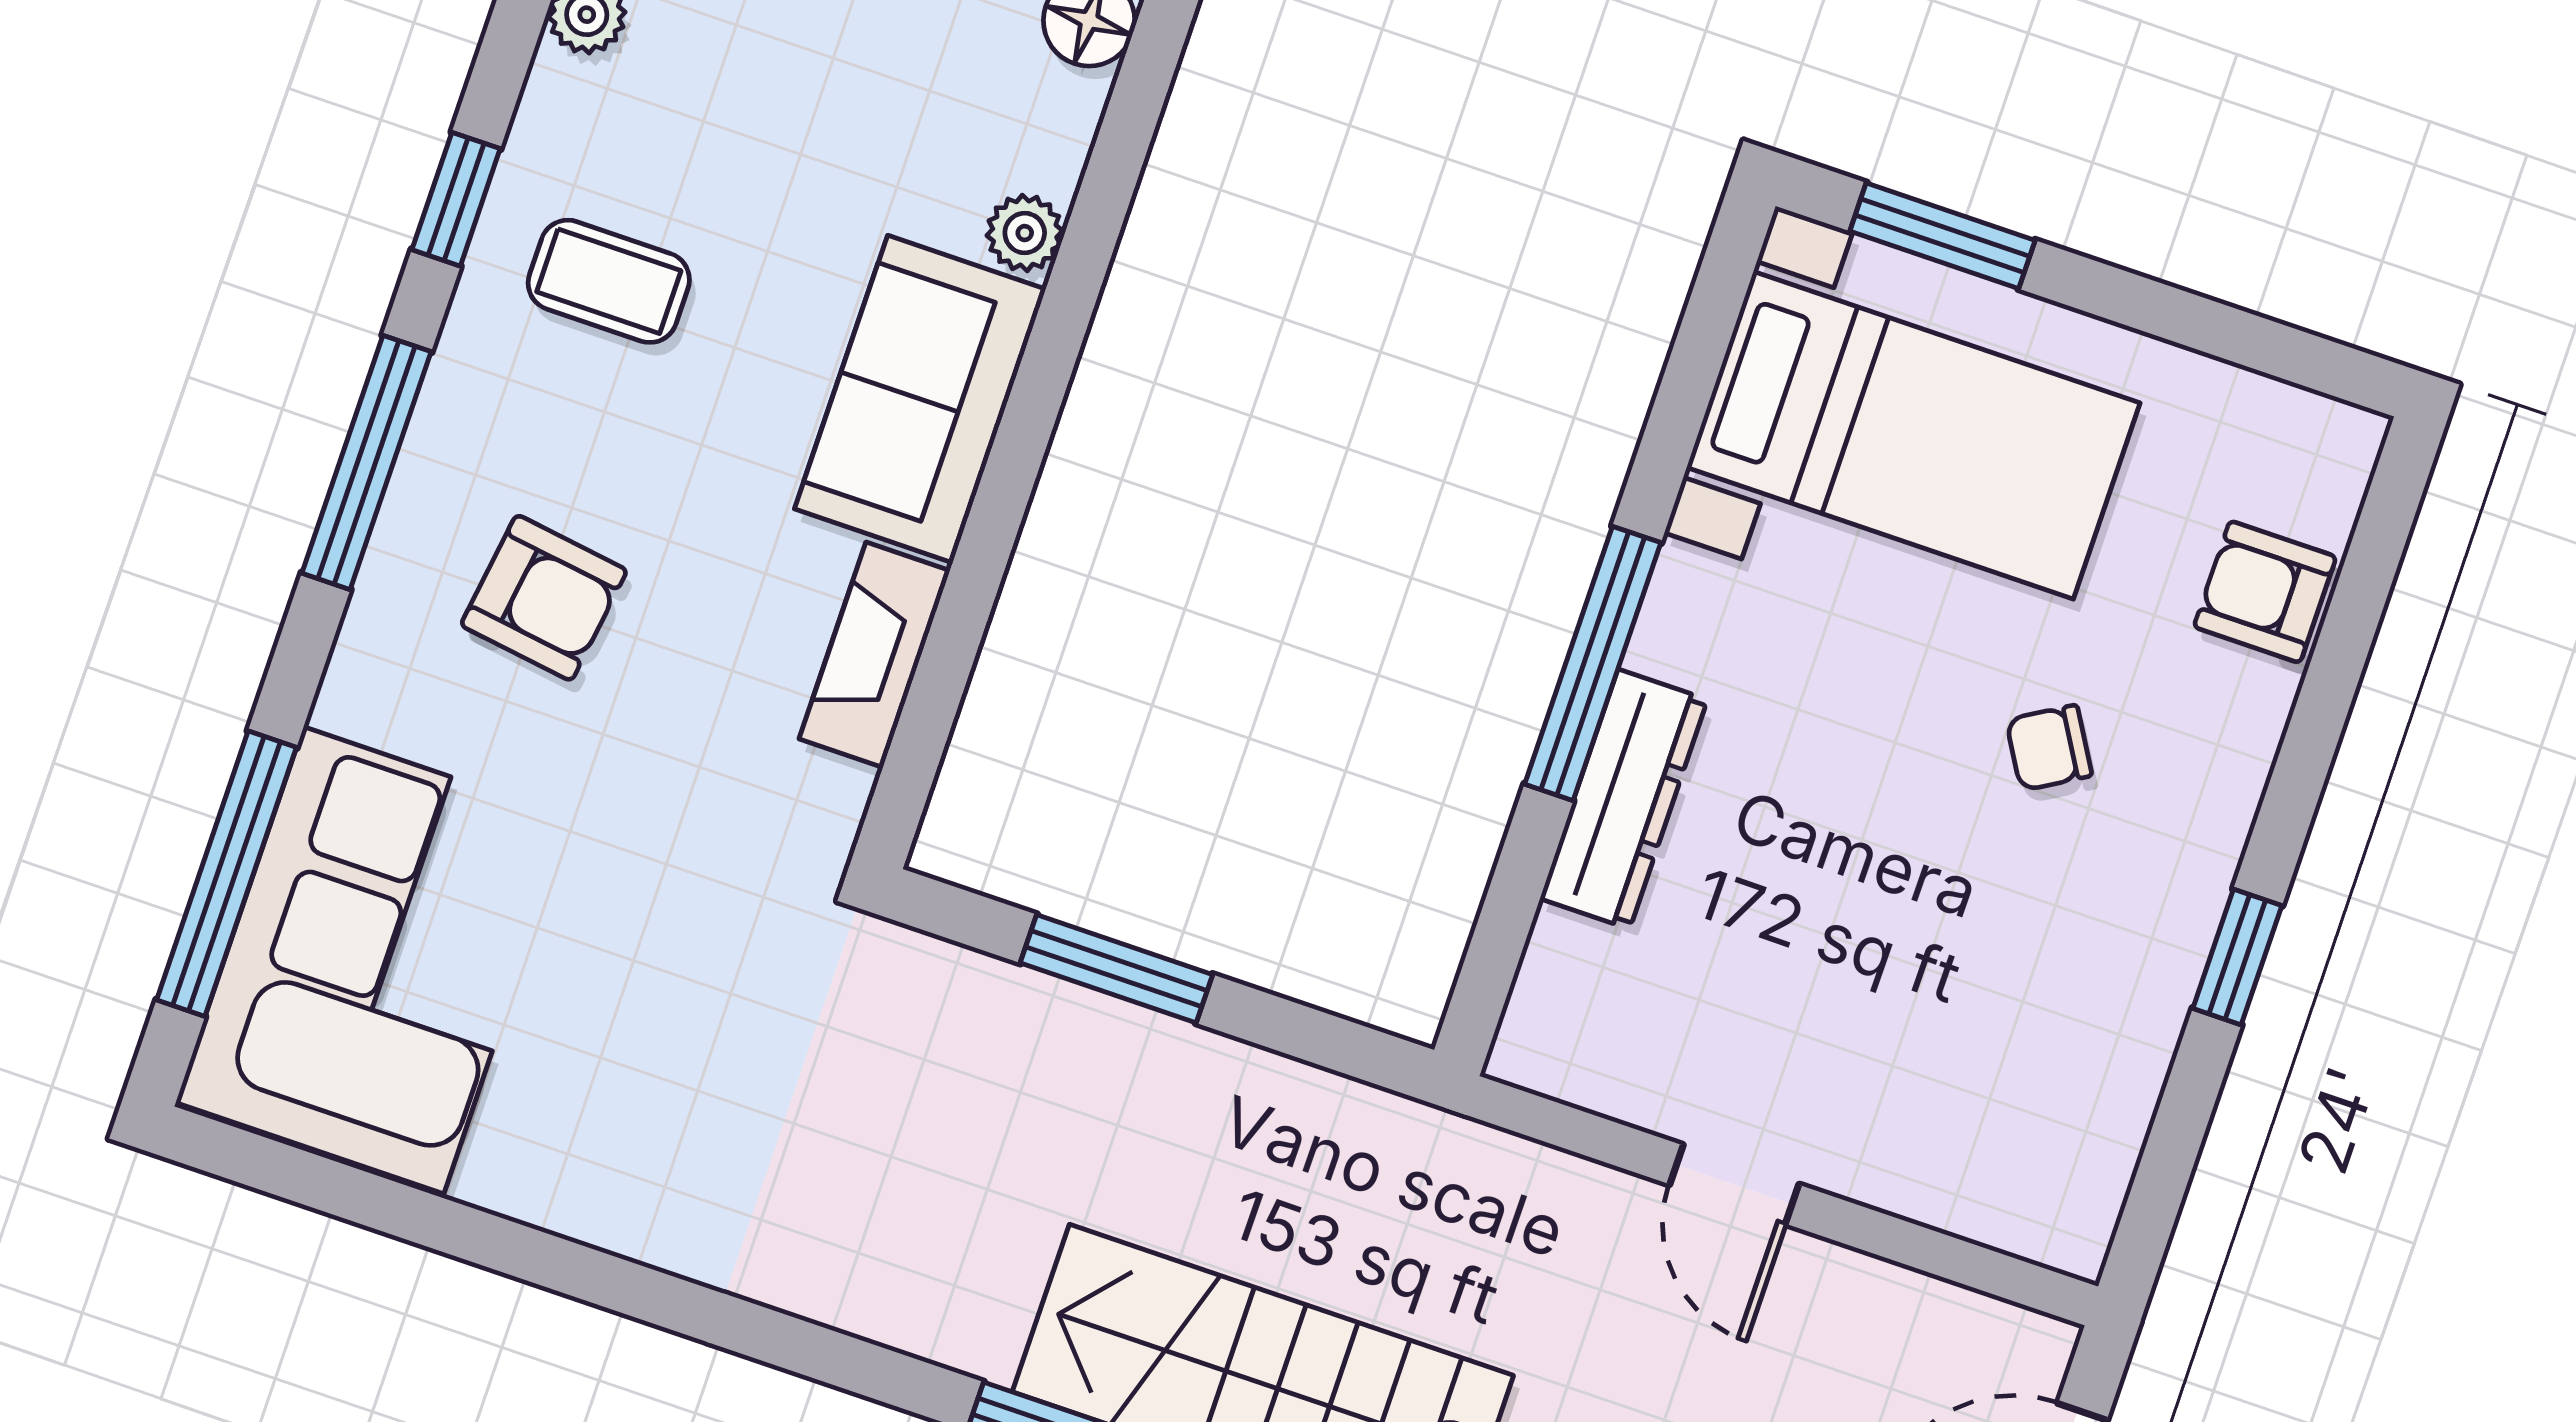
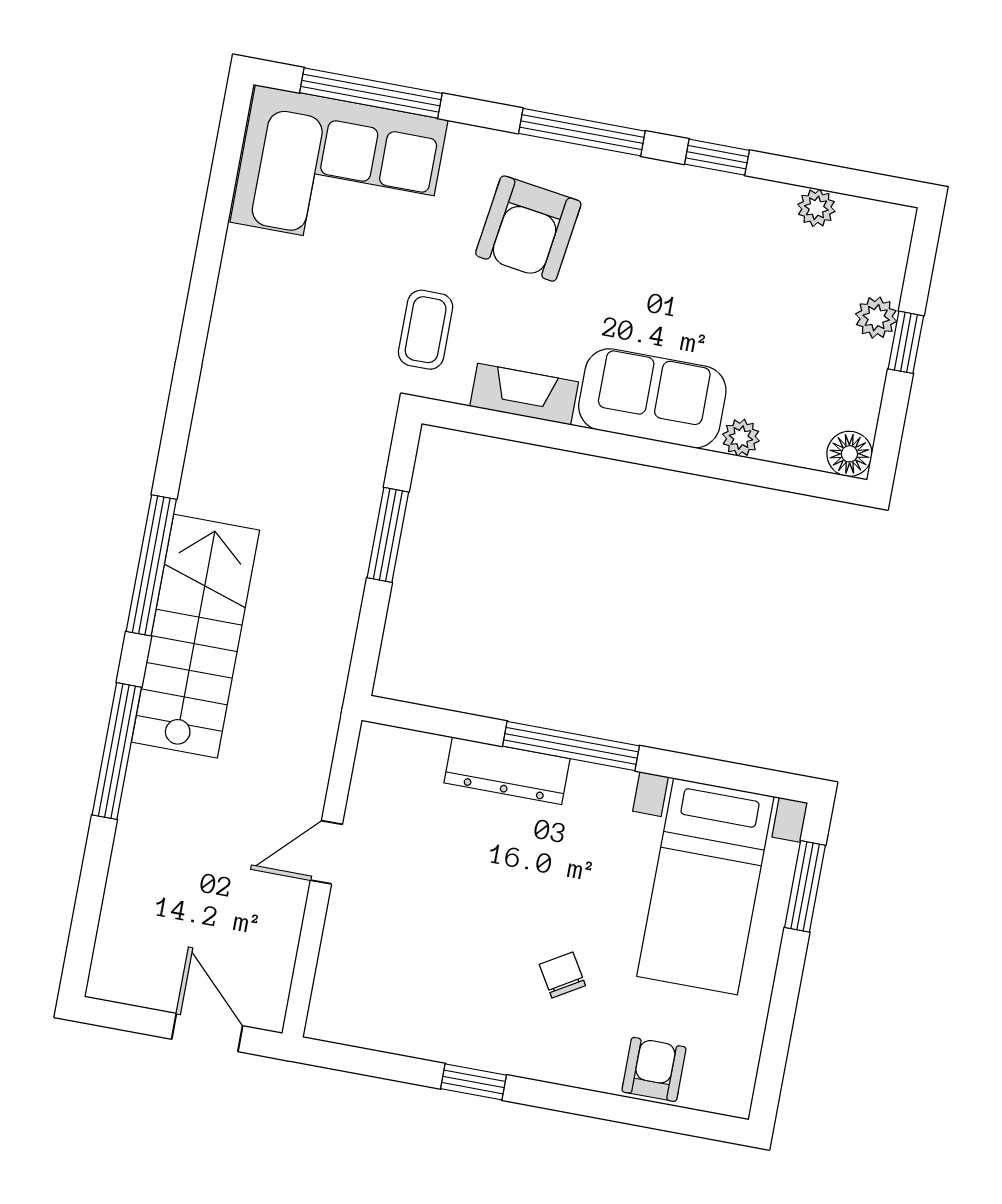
coffee table: (609, 281) -> (426, 330), moved
armchair: (544, 598) -> (528, 229), width x1.38, depth x1.38

